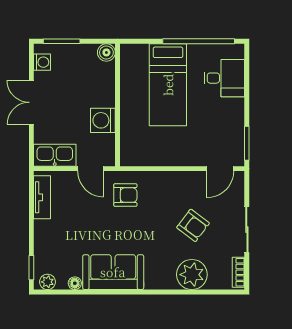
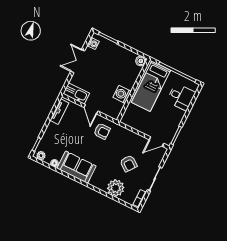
boiler: (106, 52) -> (141, 61), moved
wall: (118, 105) -> (133, 90), moved
washing machine: (103, 120) -> (122, 94), moved

